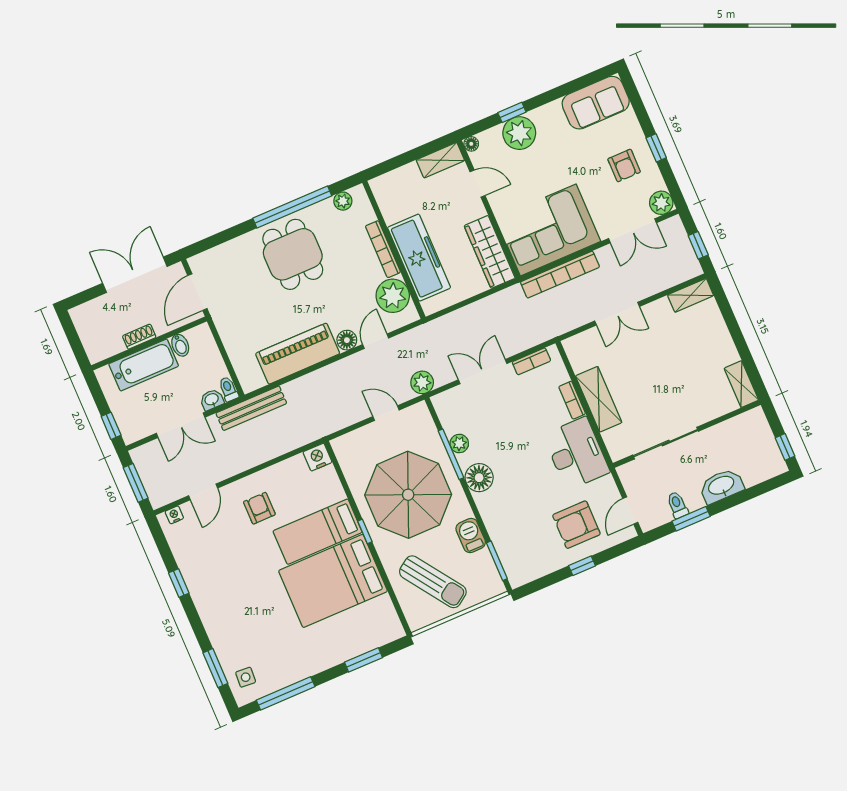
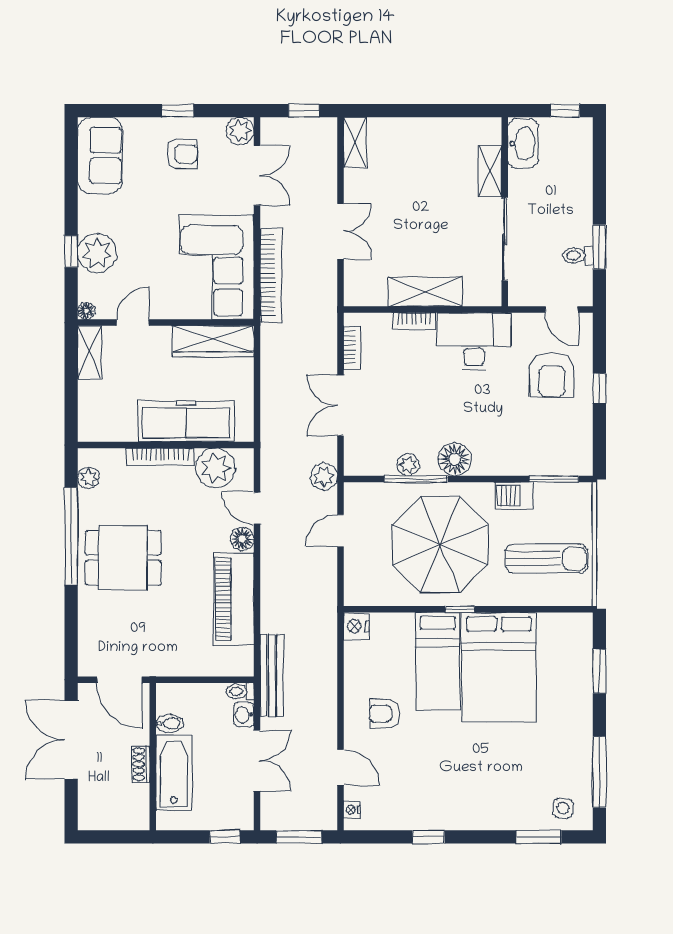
shelving: (741, 384) -> (490, 171), moved, turned 90
washbasin: (721, 486) -> (523, 144), moved, turned 180
sun lounger: (433, 582) -> (547, 559), turned 35

